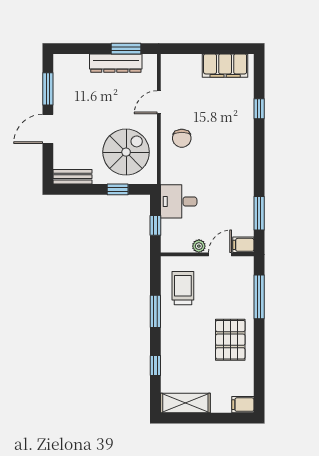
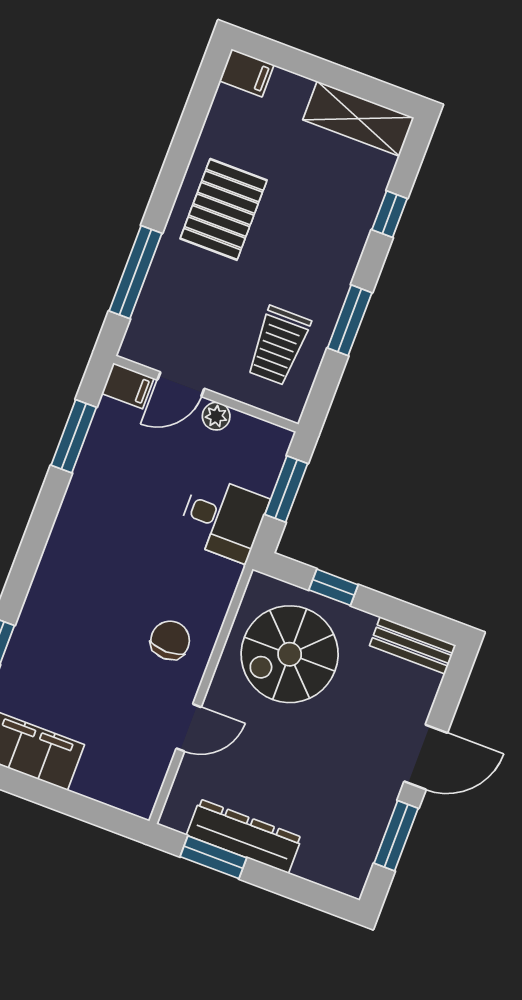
window: (155, 225) -> (286, 489), width x1.50

